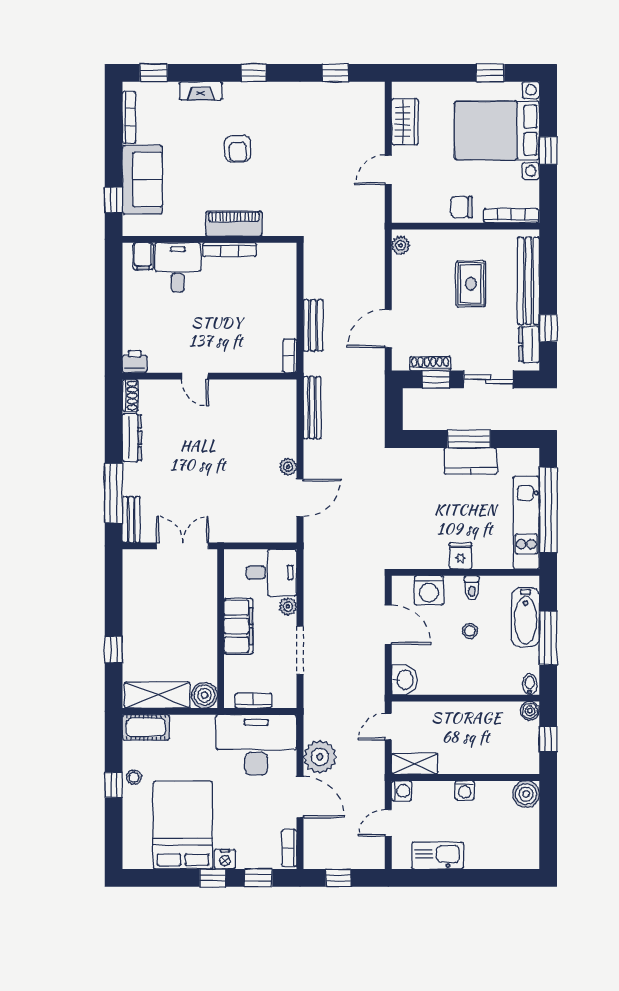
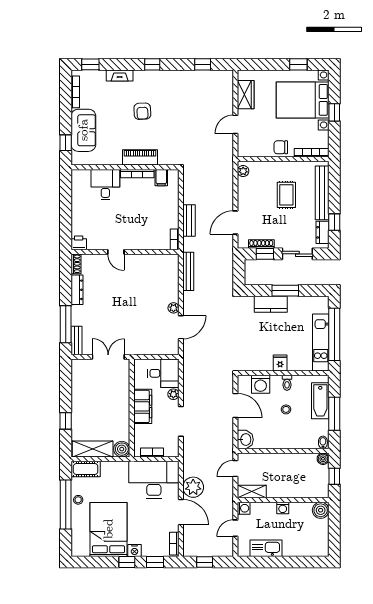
filing cabinet: (143, 256) -> (161, 178), moved
kitchen counter: (470, 461) -> (271, 304), moved
window: (114, 785) -> (66, 505), width x3.17

